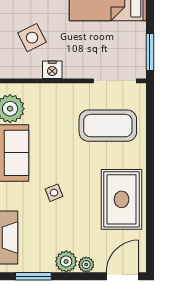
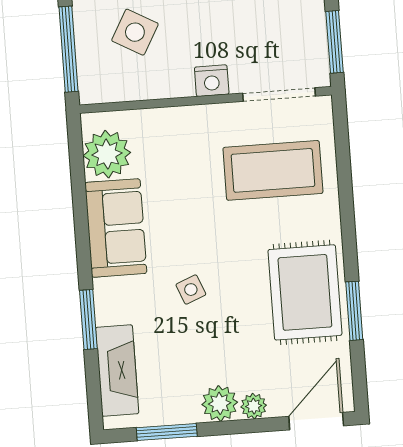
side table: (32, 38) -> (135, 32), turned -34
nightstand: (52, 70) -> (212, 81), moved
window: (150, 212) -> (354, 311), added

